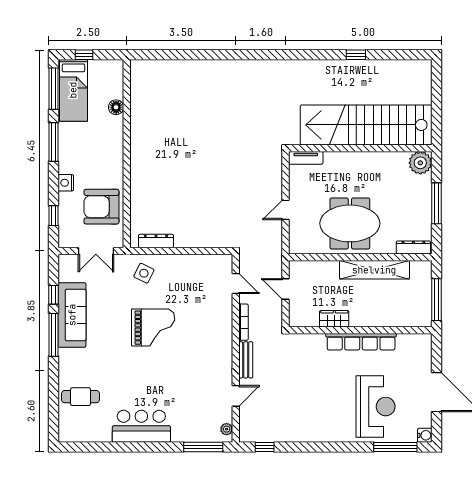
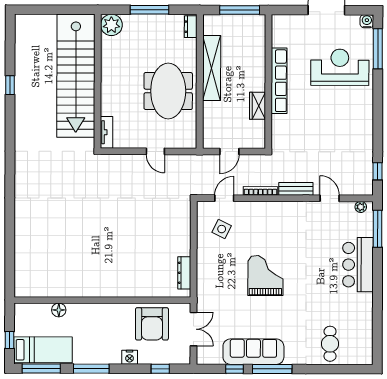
dresser: (413, 247) -> (191, 27), width x0.70
side table: (144, 273) -> (222, 229), moved
bar counter: (141, 426) -> (358, 265), moved

